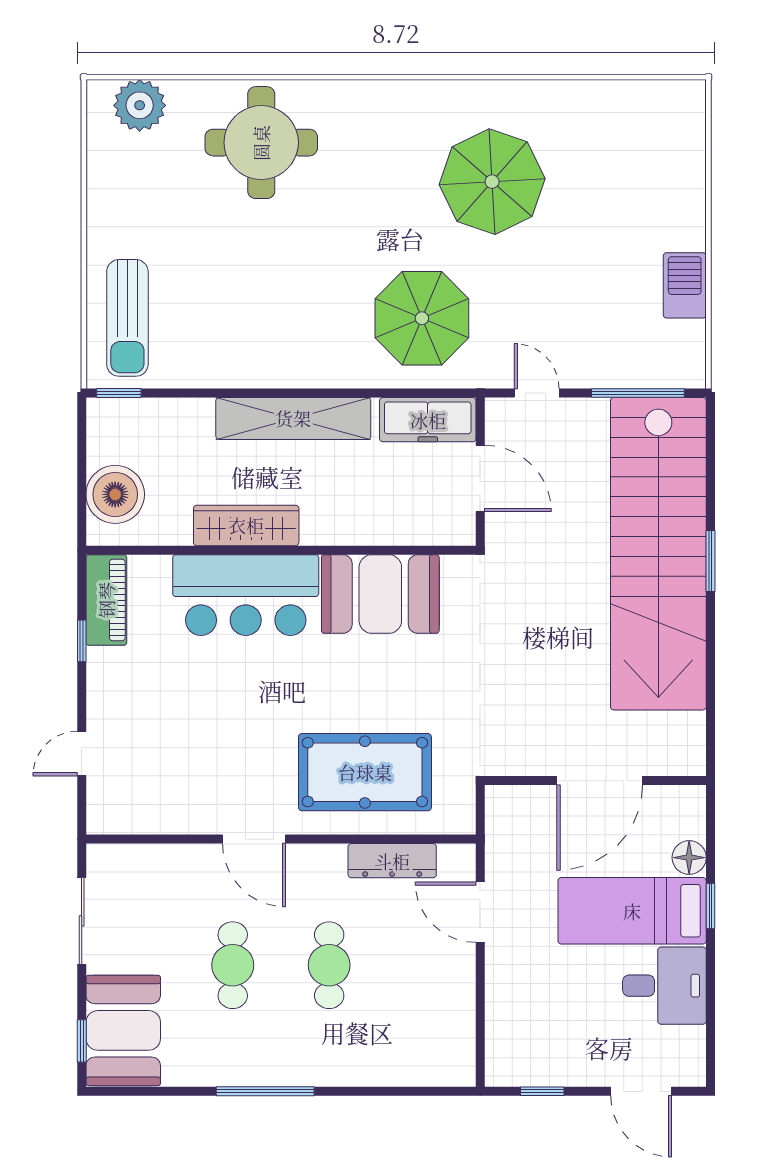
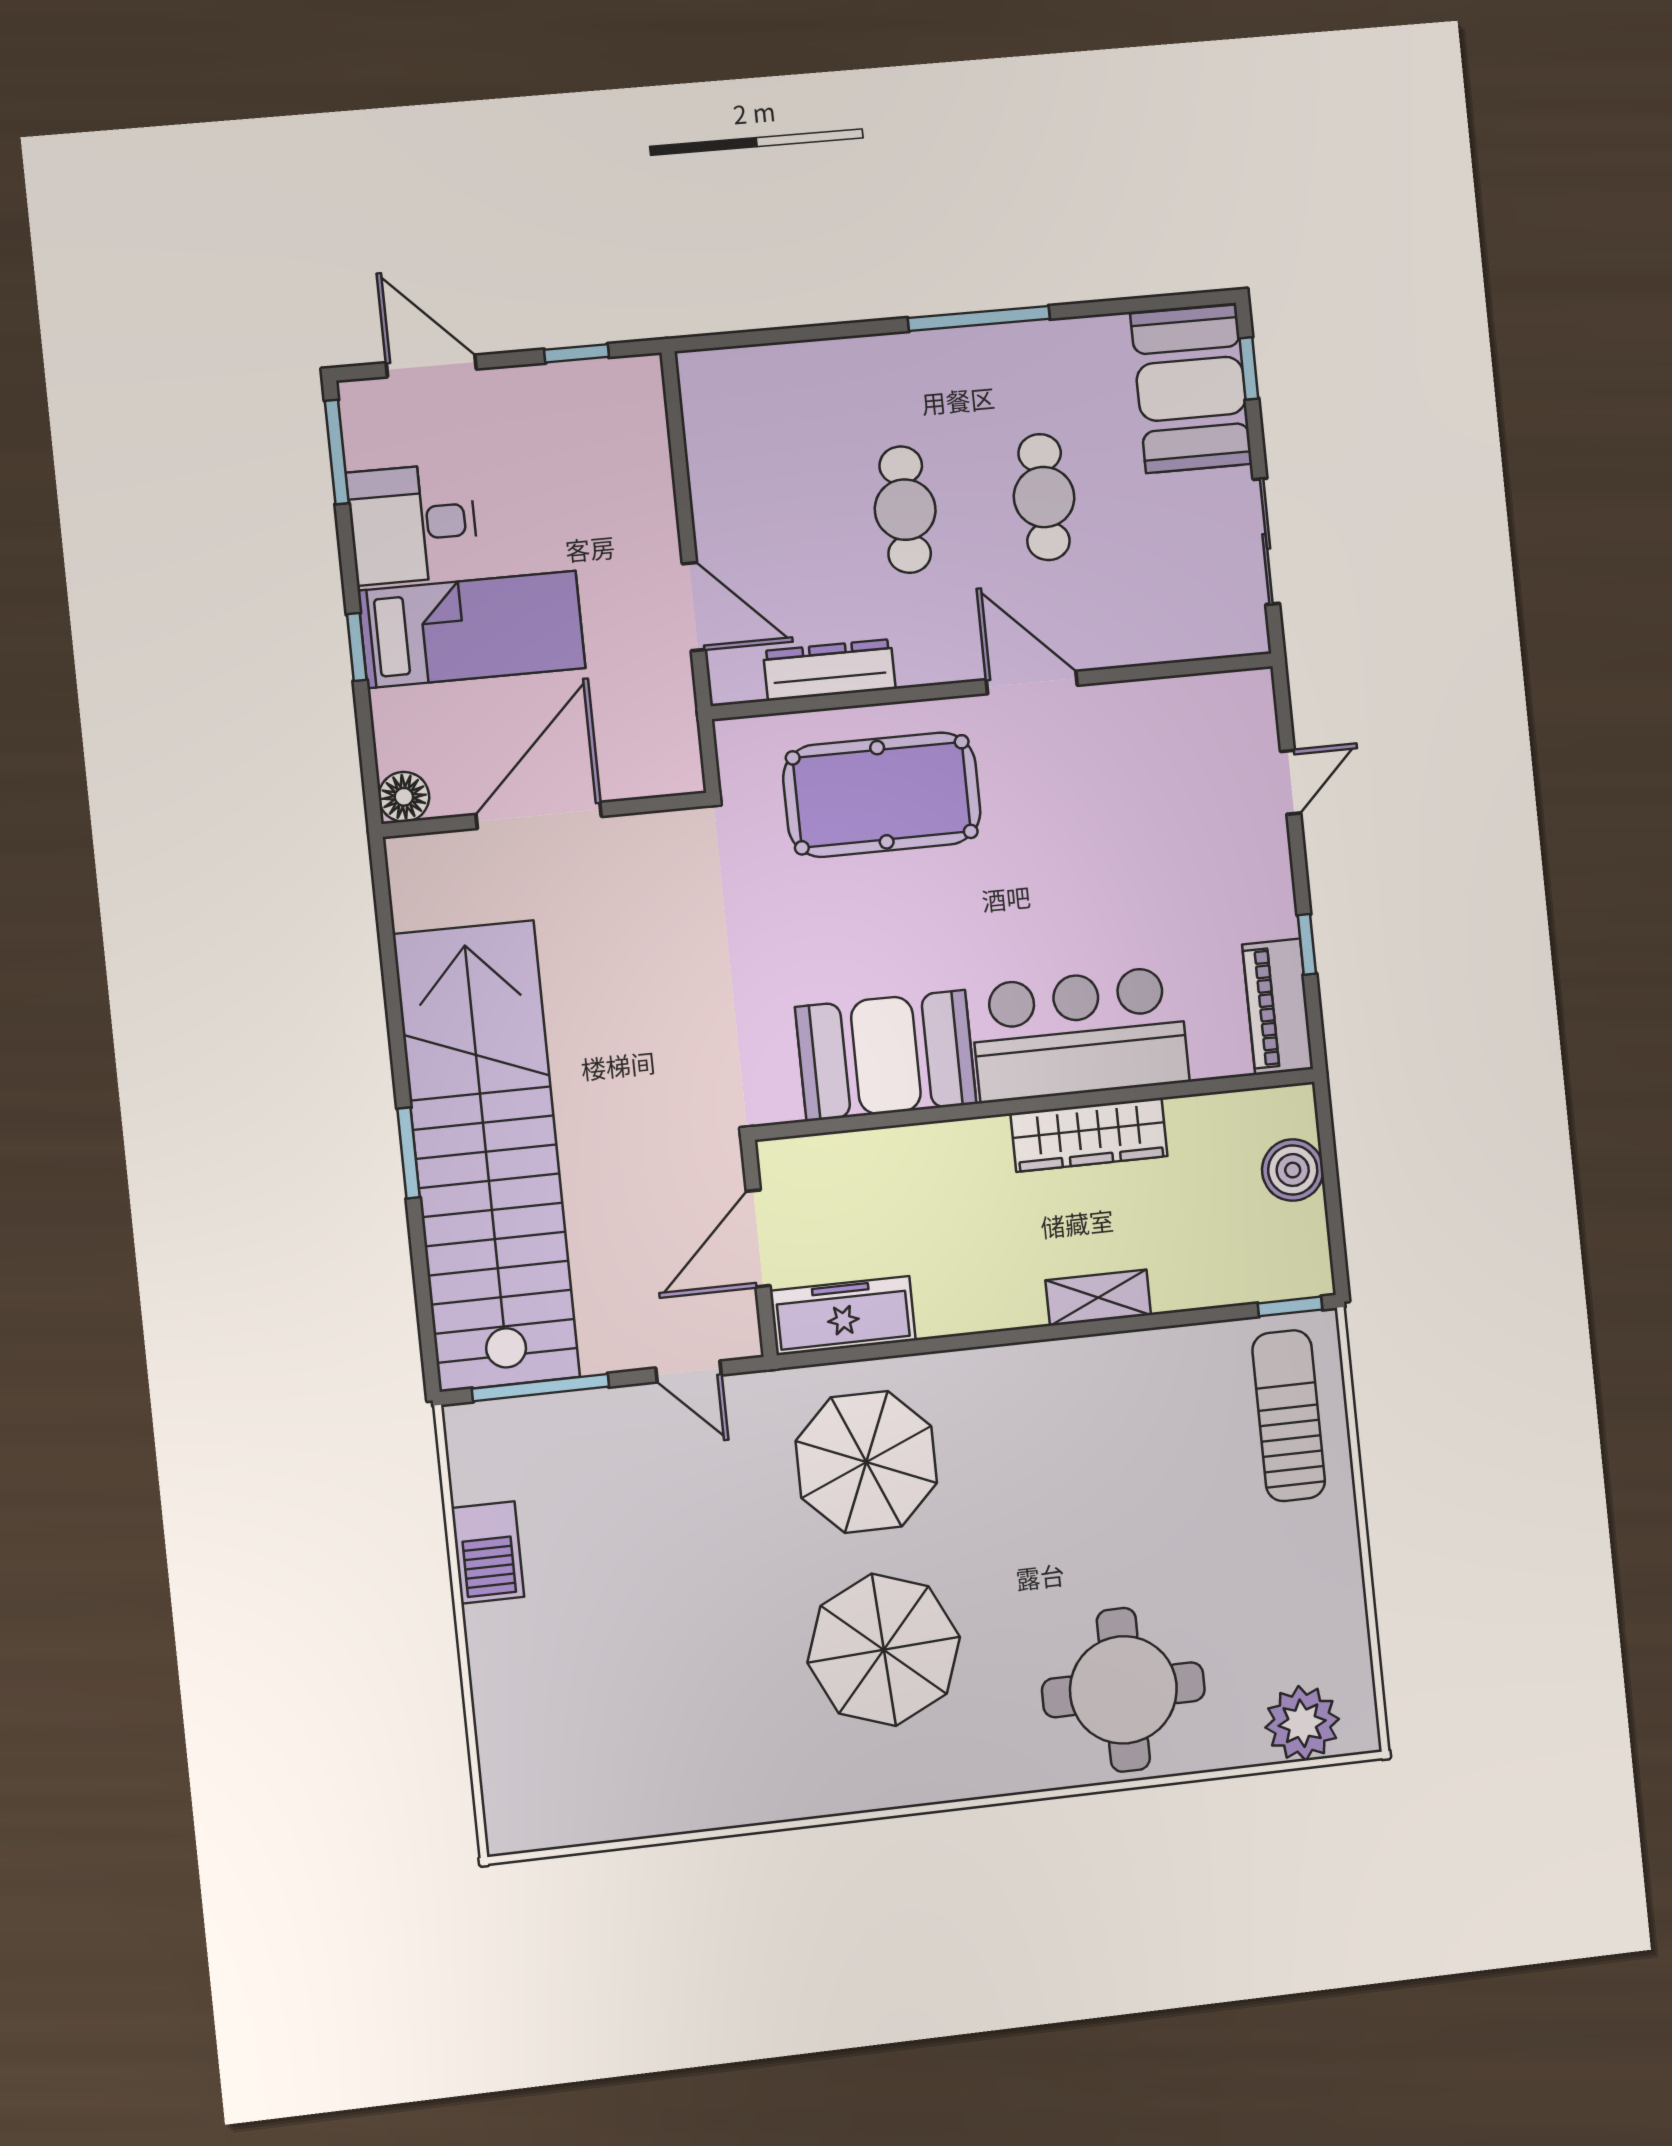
parasol: (492, 182) -> (884, 1650), moved
shelving: (293, 418) -> (1098, 1298), width x0.45, depth x0.75
door: (480, 478) -> (758, 1238), hinge flipped
boiler: (115, 494) -> (1293, 1170), width x0.73, depth x0.73
floor lamp: (689, 858) -> (404, 797), moved
window: (711, 1039) -> (337, 452), added

